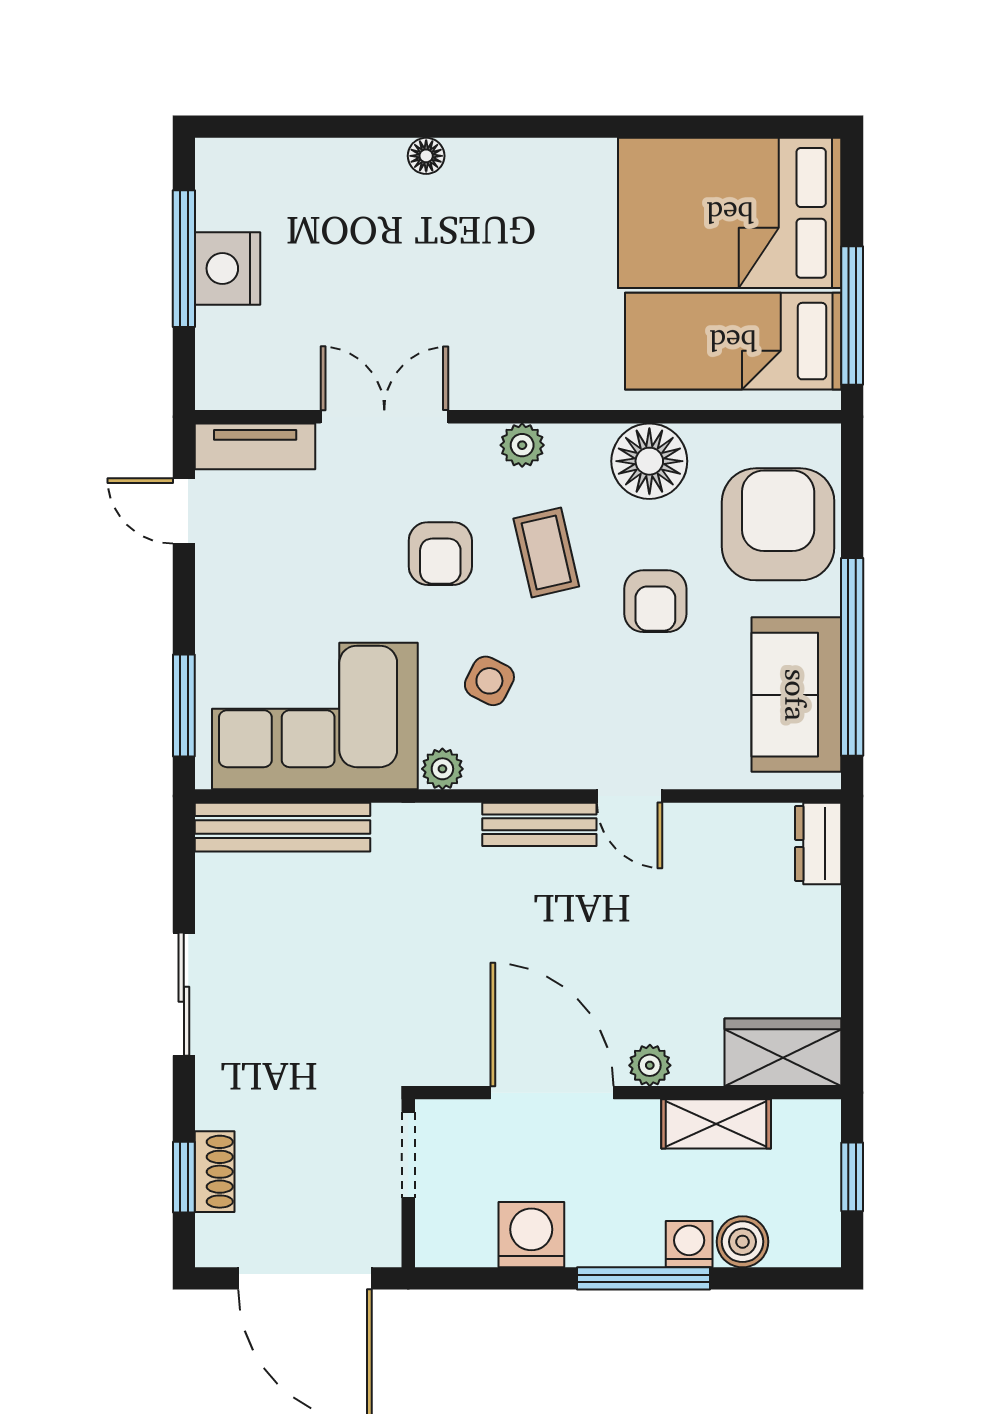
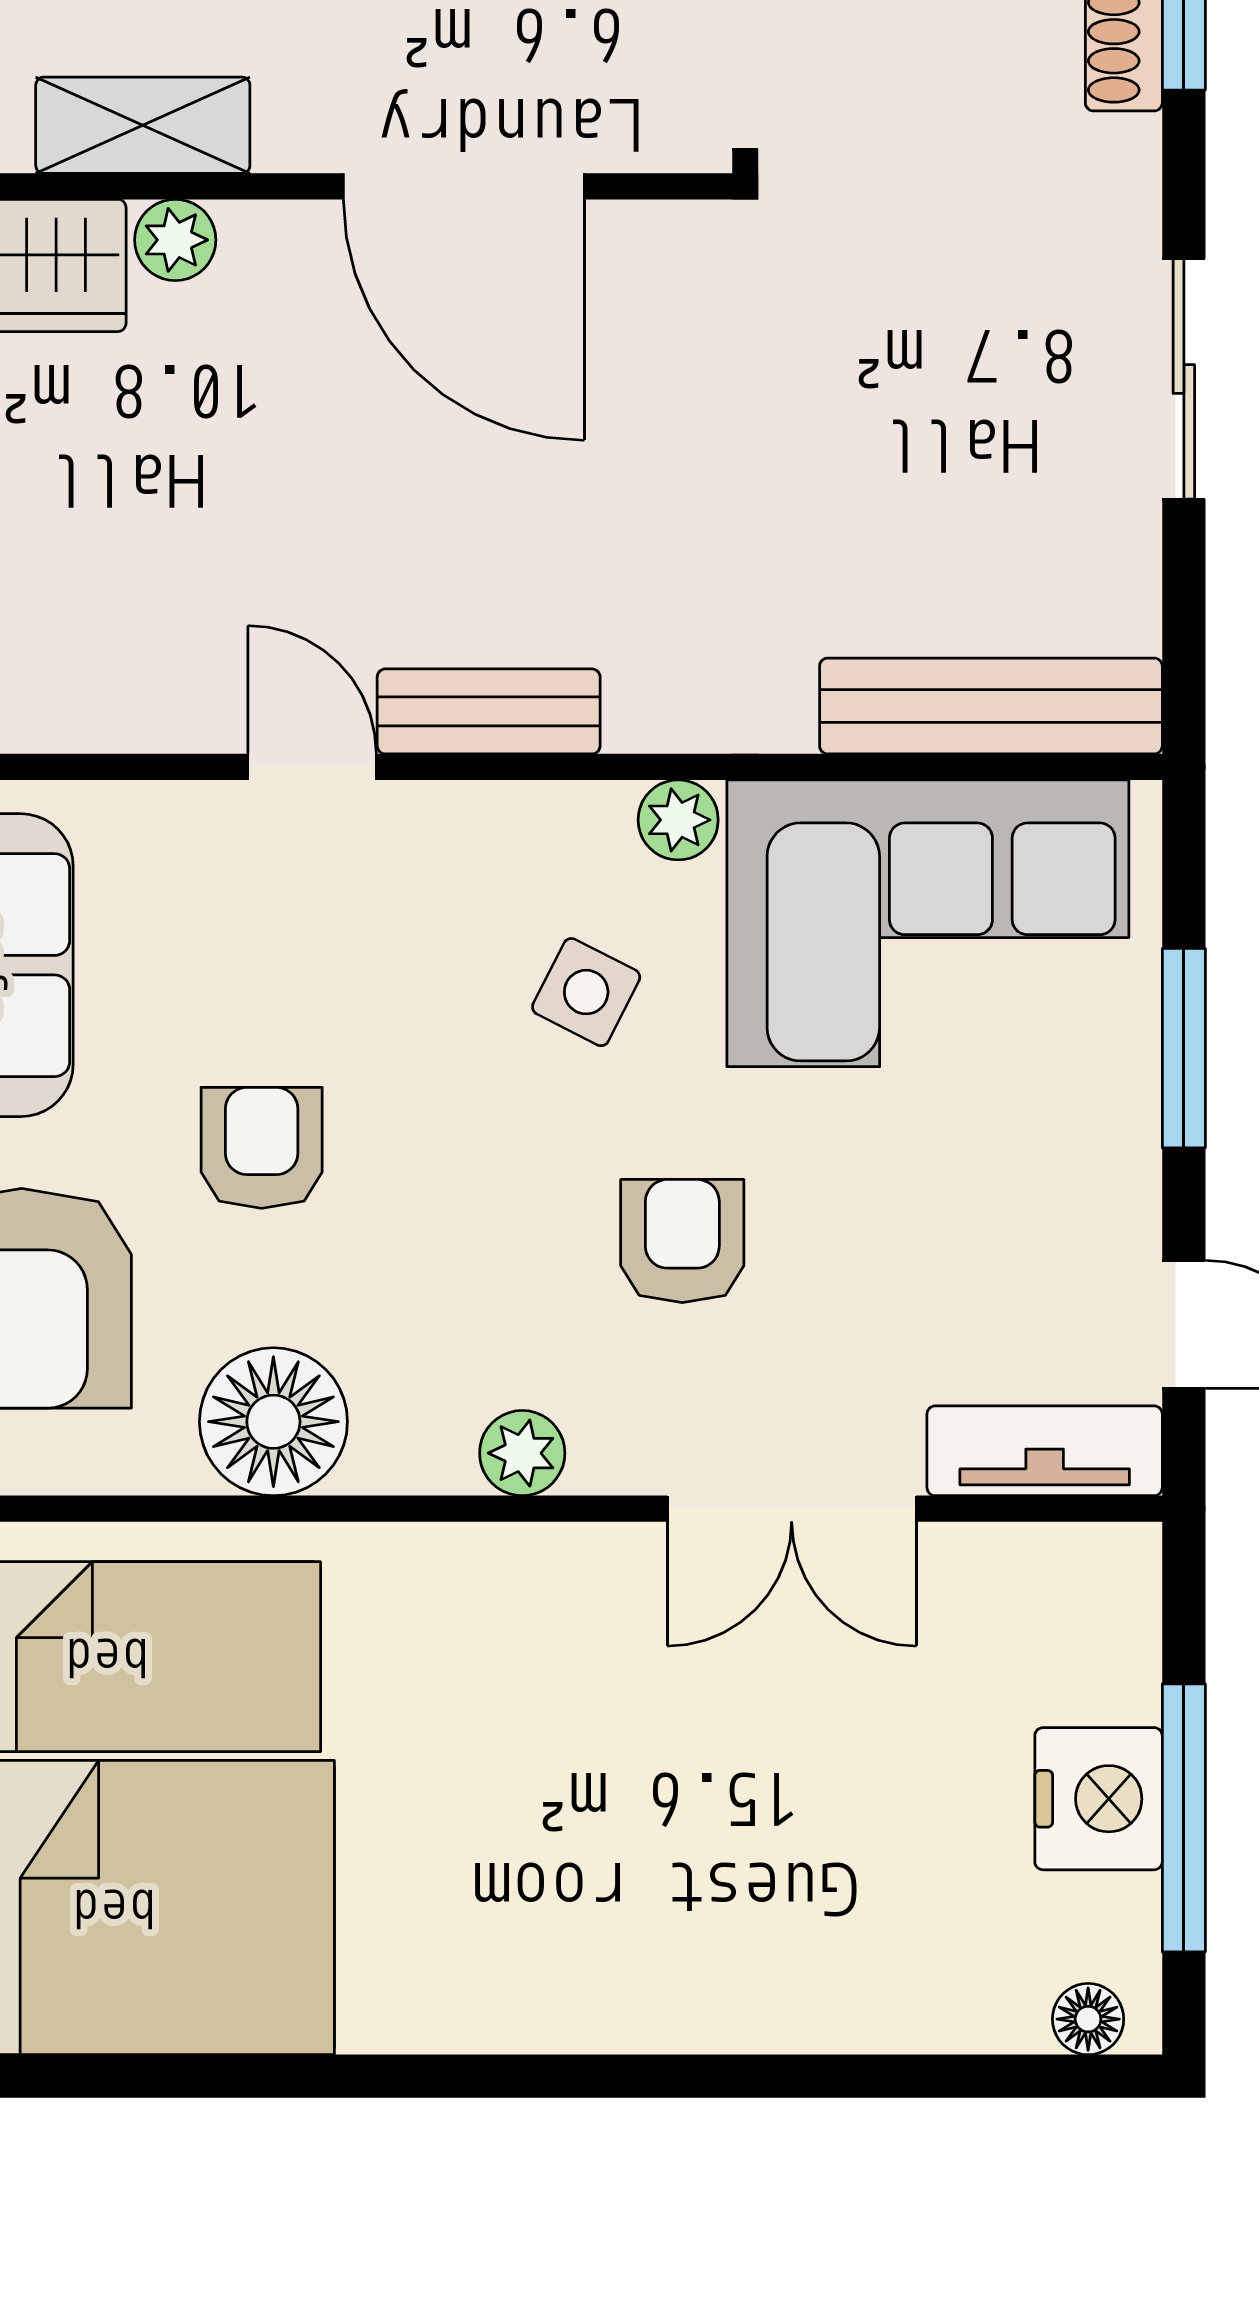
floor lamp: (426, 156) -> (1088, 2019), moved
coffee table: (546, 552) -> (475, 1243), removed
window: (184, 706) -> (1184, 1048), moved
plant: (650, 1065) -> (175, 240), moved

